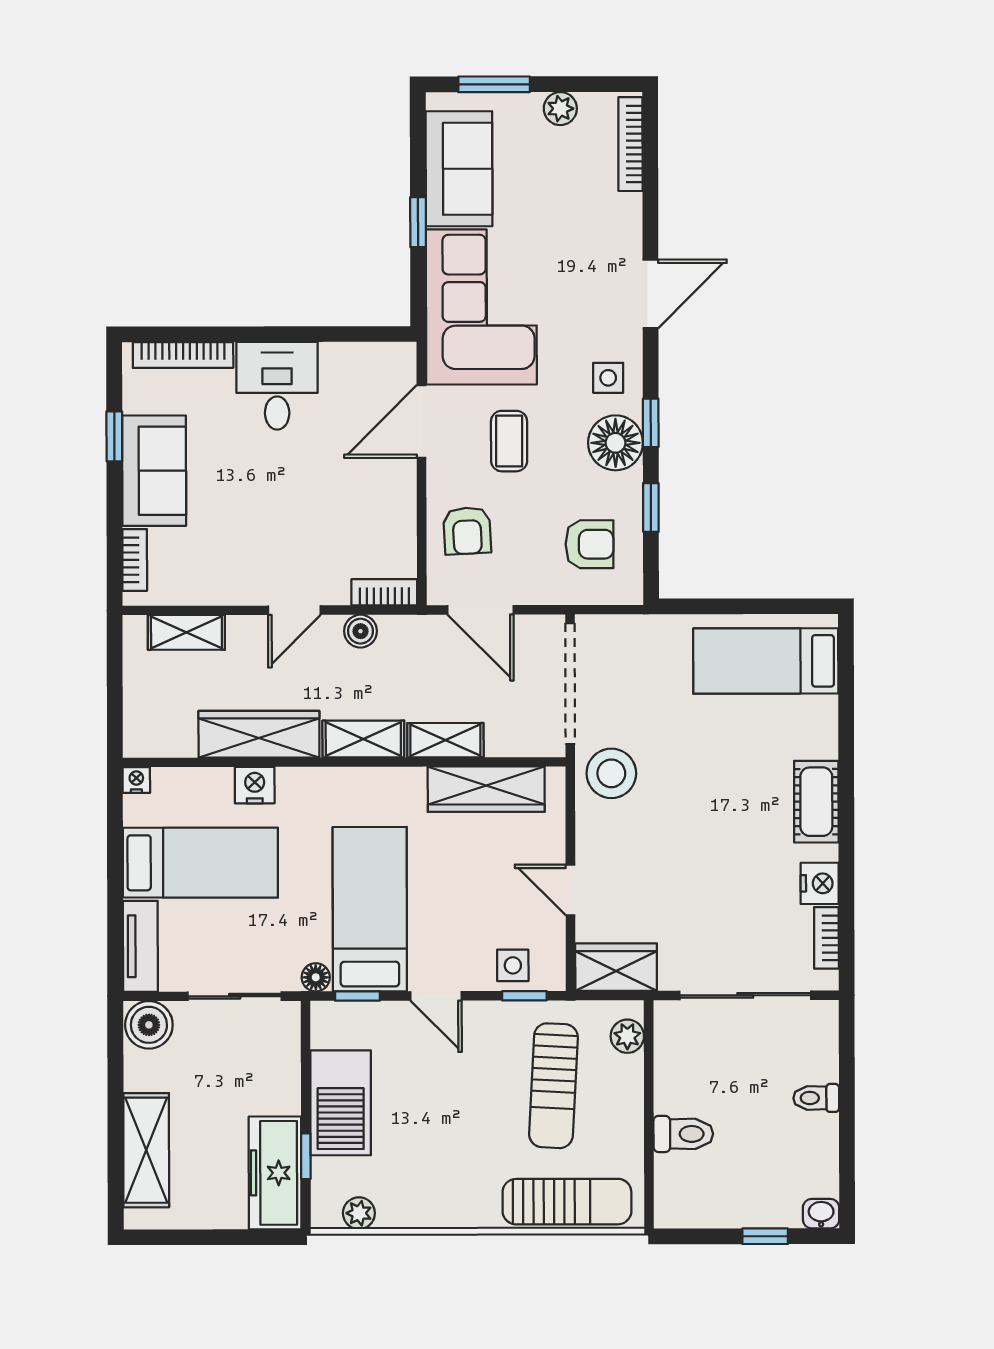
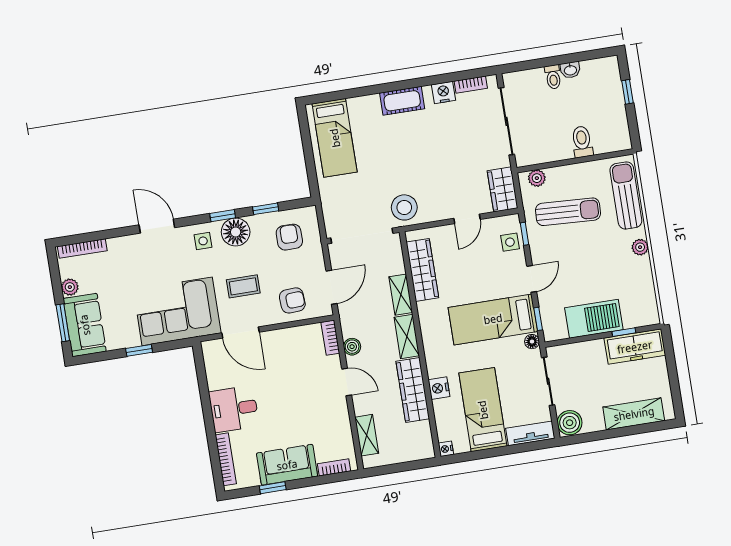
sofa: (459, 169) -> (85, 325), moved, turned 90
plant: (359, 1213) -> (640, 247), moved
washbasin: (821, 1214) -> (570, 70), moved, turned -90

